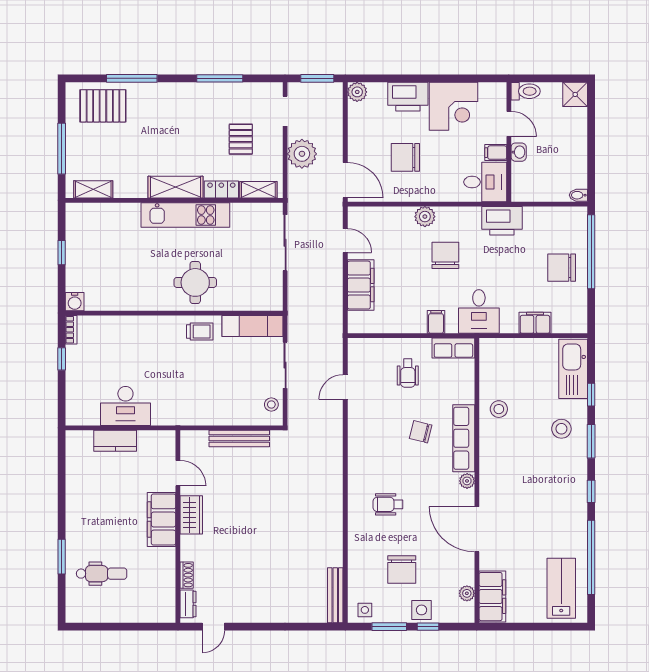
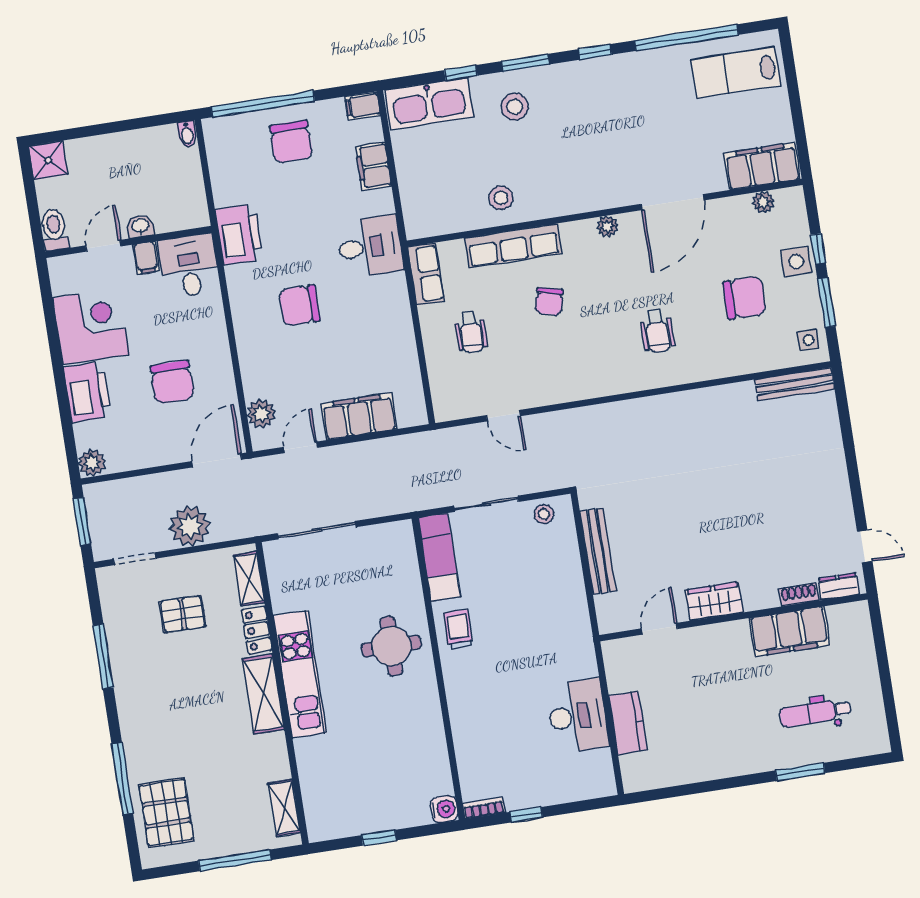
plant: (425, 217) -> (261, 413), moved
filing cabinet: (436, 322) -> (363, 106), moved
wheelchair: (408, 373) -> (471, 332), turned 90
row of seats: (464, 438) -> (513, 246), moved
filing cabinet: (162, 519) -> (789, 632), moved
dental chair: (102, 574) -> (815, 713), turned -90

